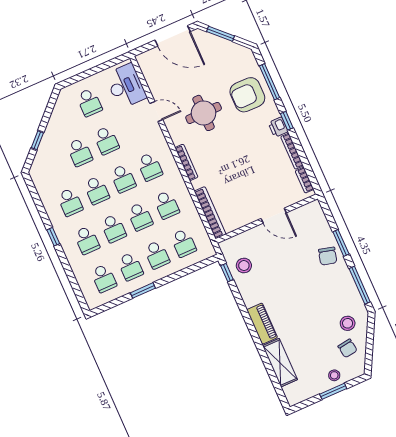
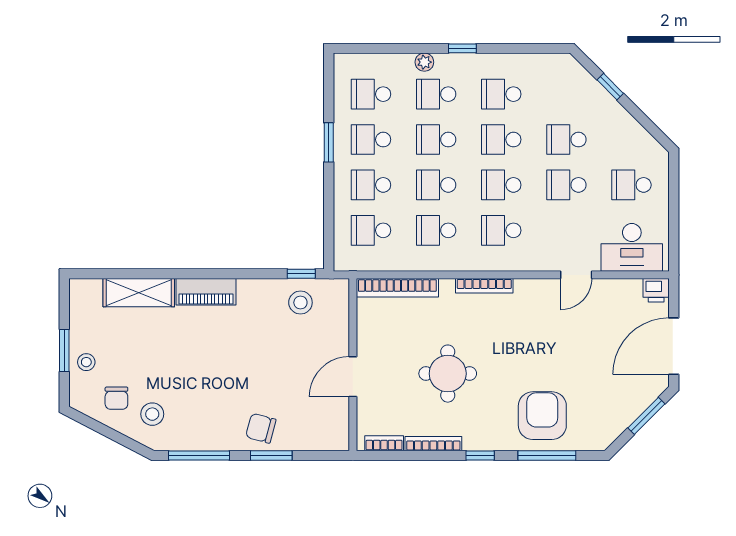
round table: (204, 113) -> (448, 374), moved
printer: (278, 127) -> (656, 290), moved, turned 180
plant: (71, 255) -> (424, 62), added
chair: (348, 348) -> (116, 398), turned -82

